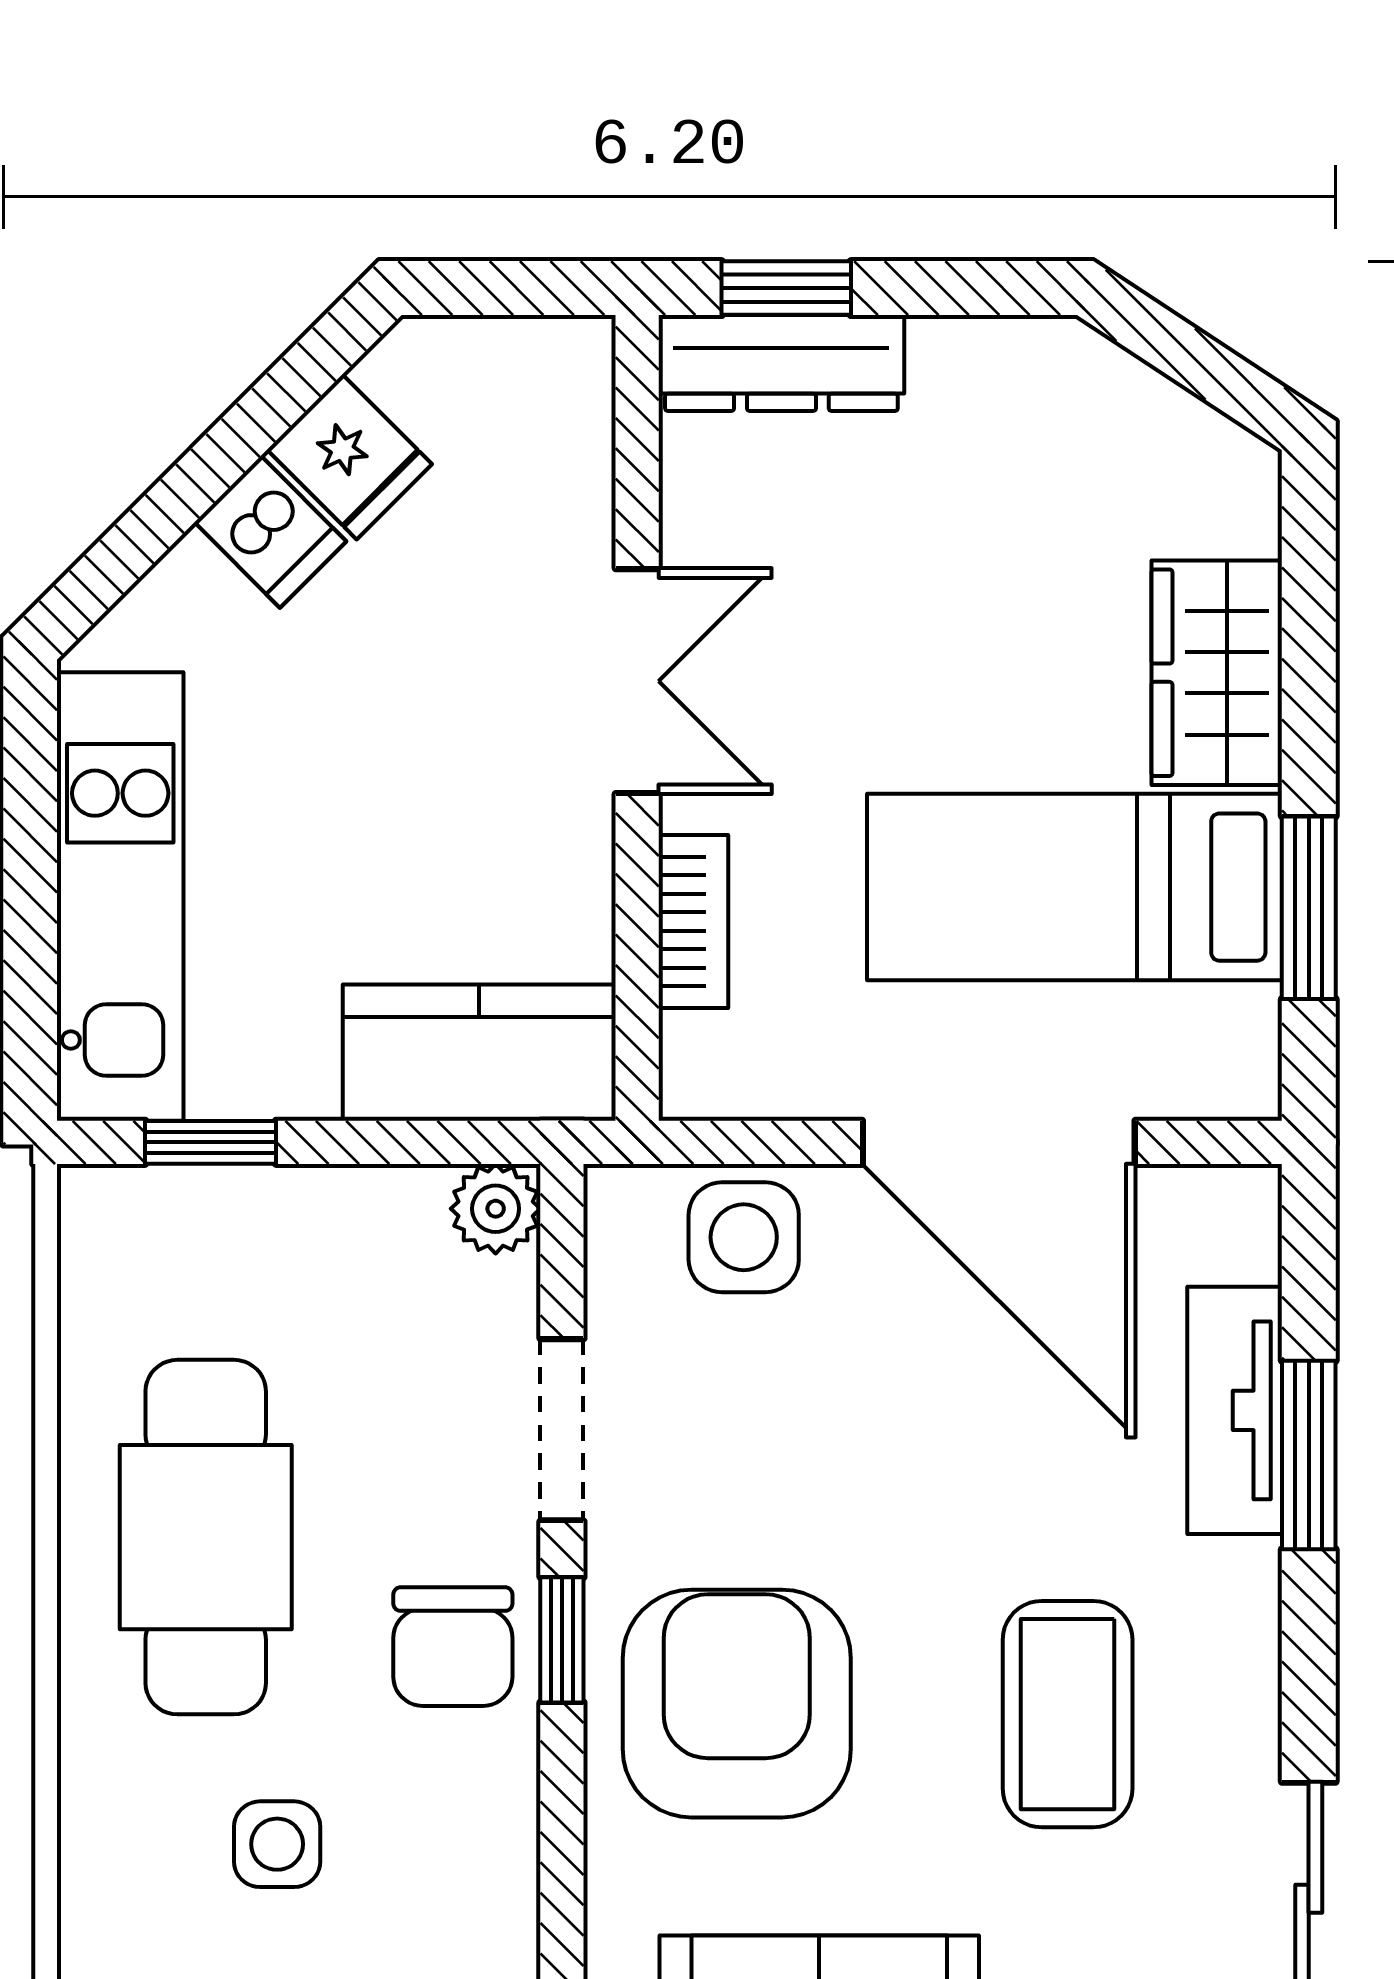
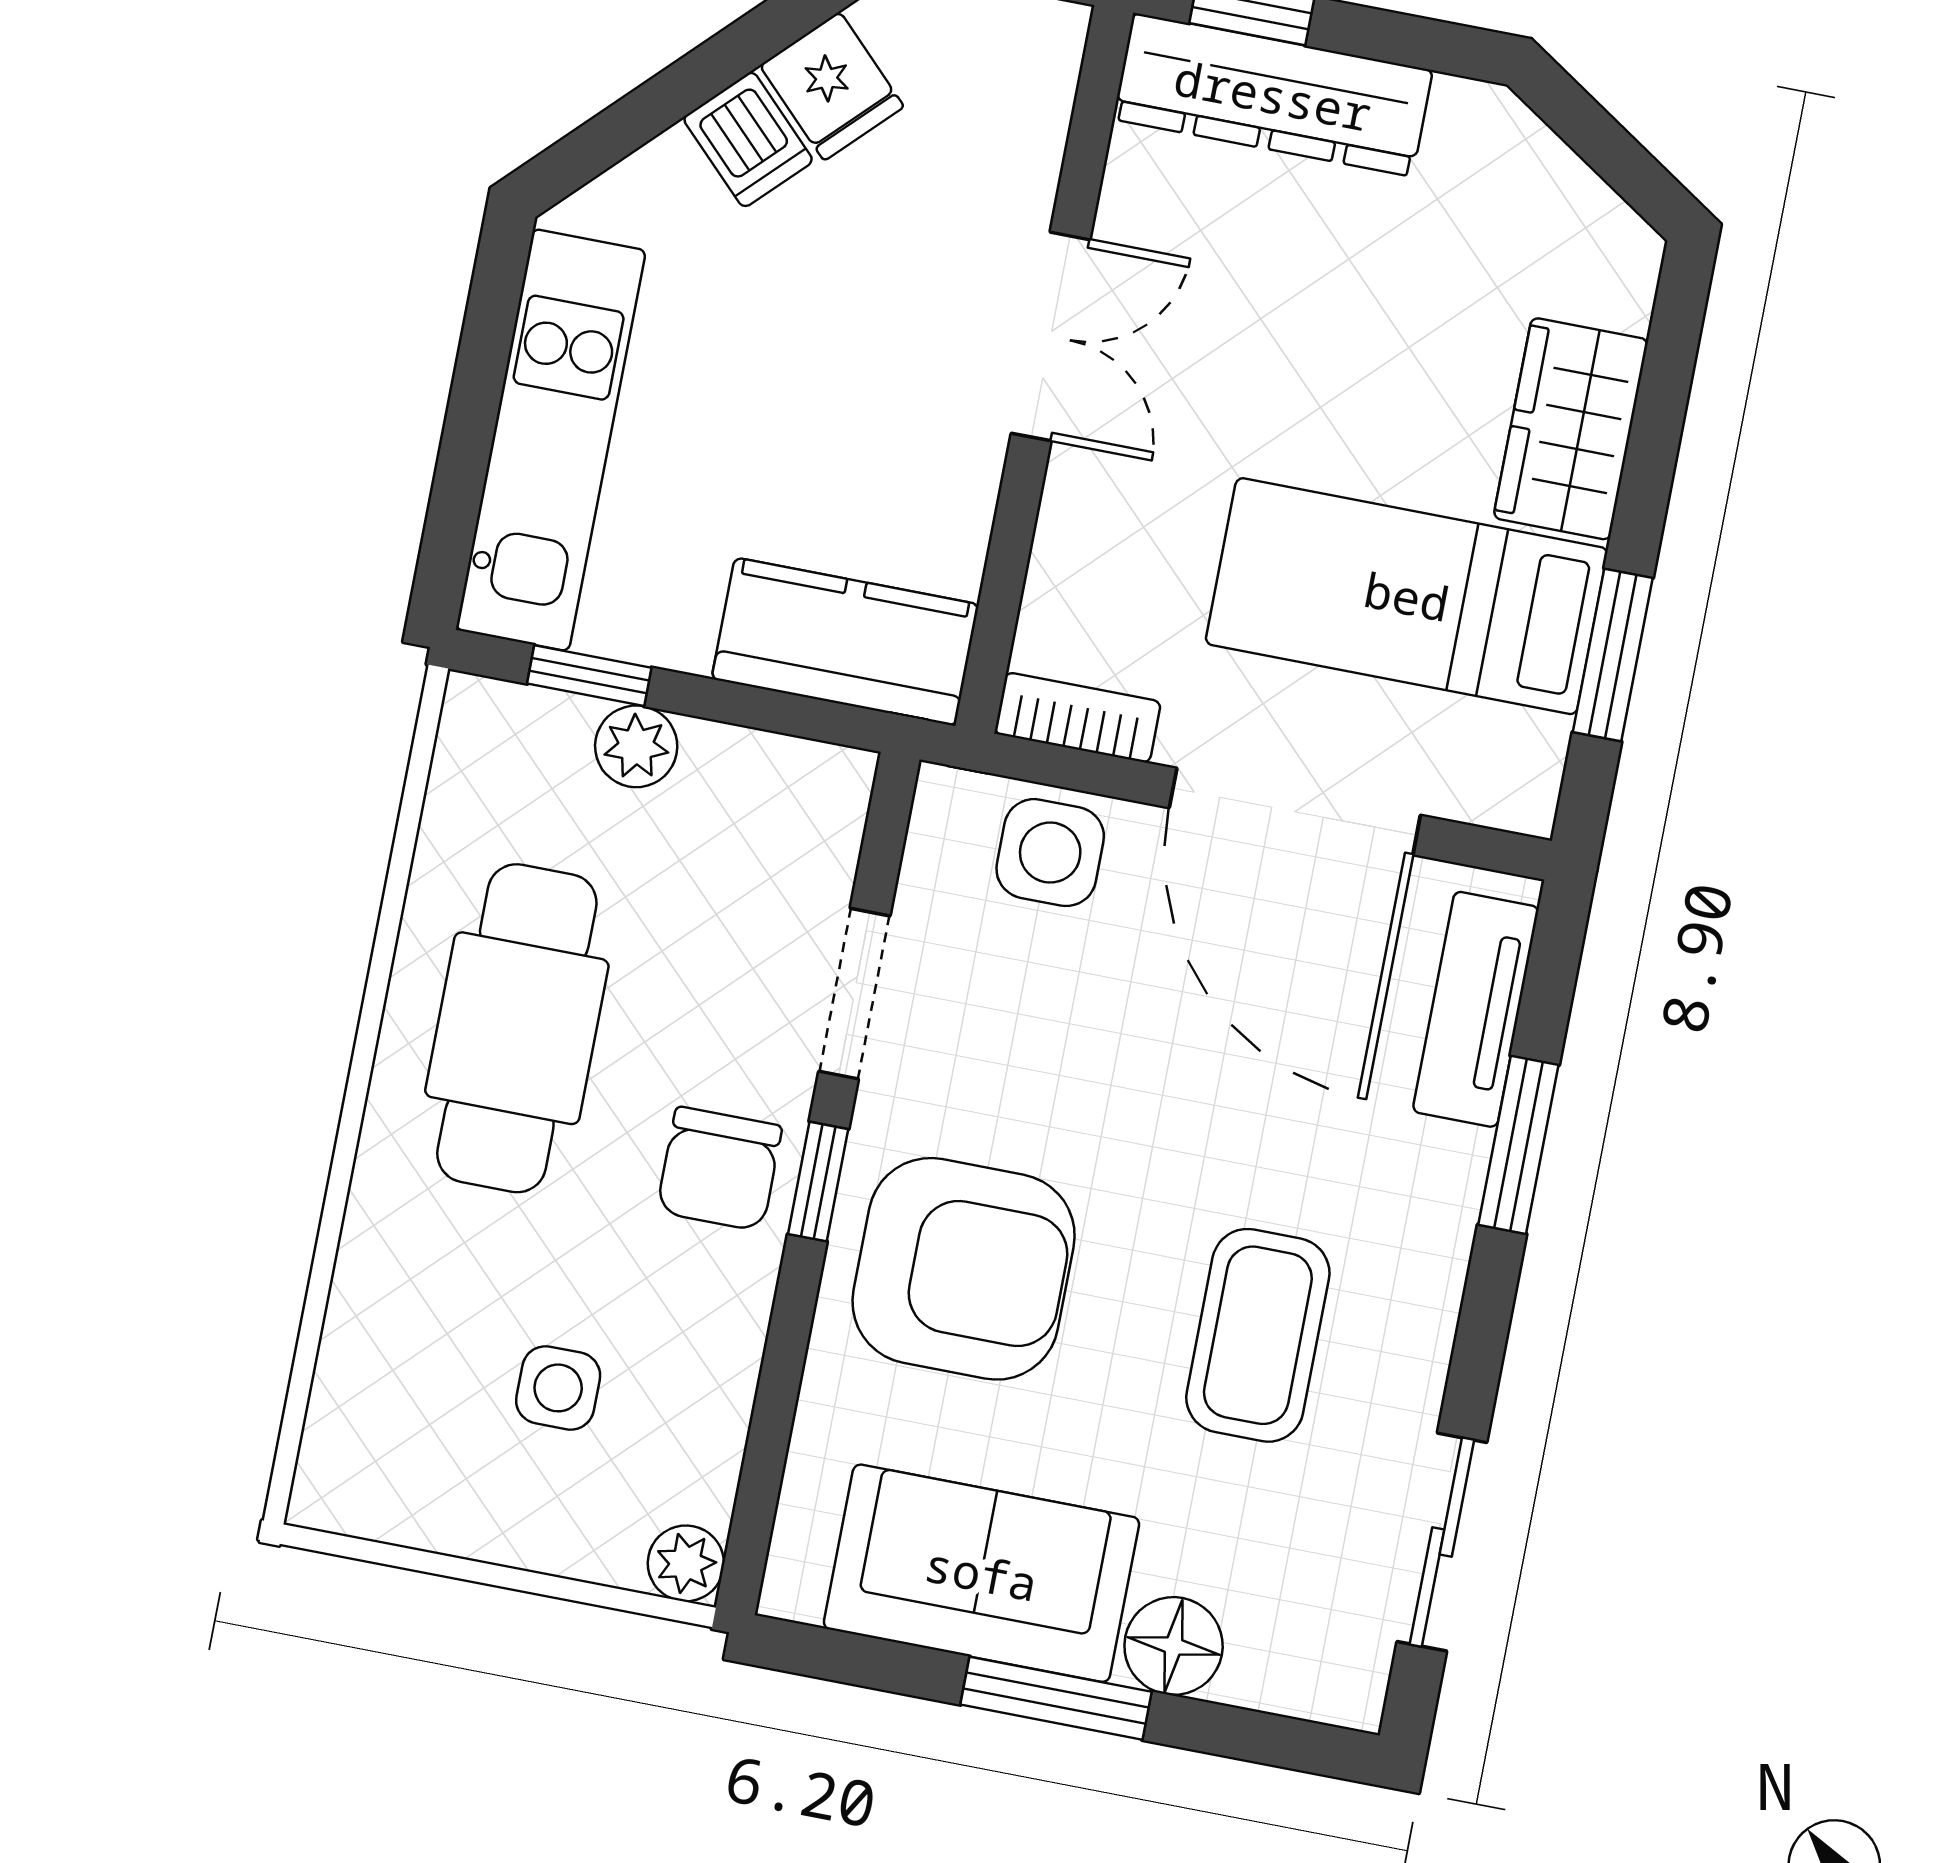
dresser: (781, 363) -> (1273, 95), width x1.37, depth x1.24
bookcase: (693, 921) -> (1078, 718), moved, turned -90
plant: (496, 1209) -> (636, 746), moved
tv unit: (1235, 1410) -> (1476, 1009), moved
armchair: (737, 1704) -> (964, 1269), turned 90
side table: (277, 1844) -> (558, 1388), moved

